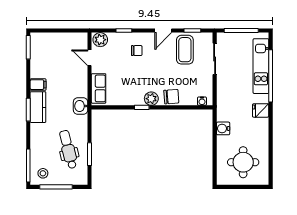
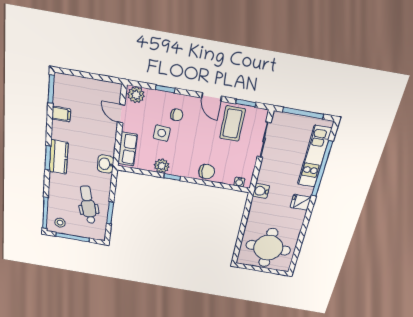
door: (163, 31) -> (212, 97), hinge flipped
side table: (126, 69) -> (162, 133), added
filing cabinet: (38, 85) -> (61, 114), moved
plant: (151, 99) -> (162, 166), moved
water cooler: (223, 128) -> (261, 191), moved
round table: (243, 162) -> (268, 248), width x1.36, depth x1.36

